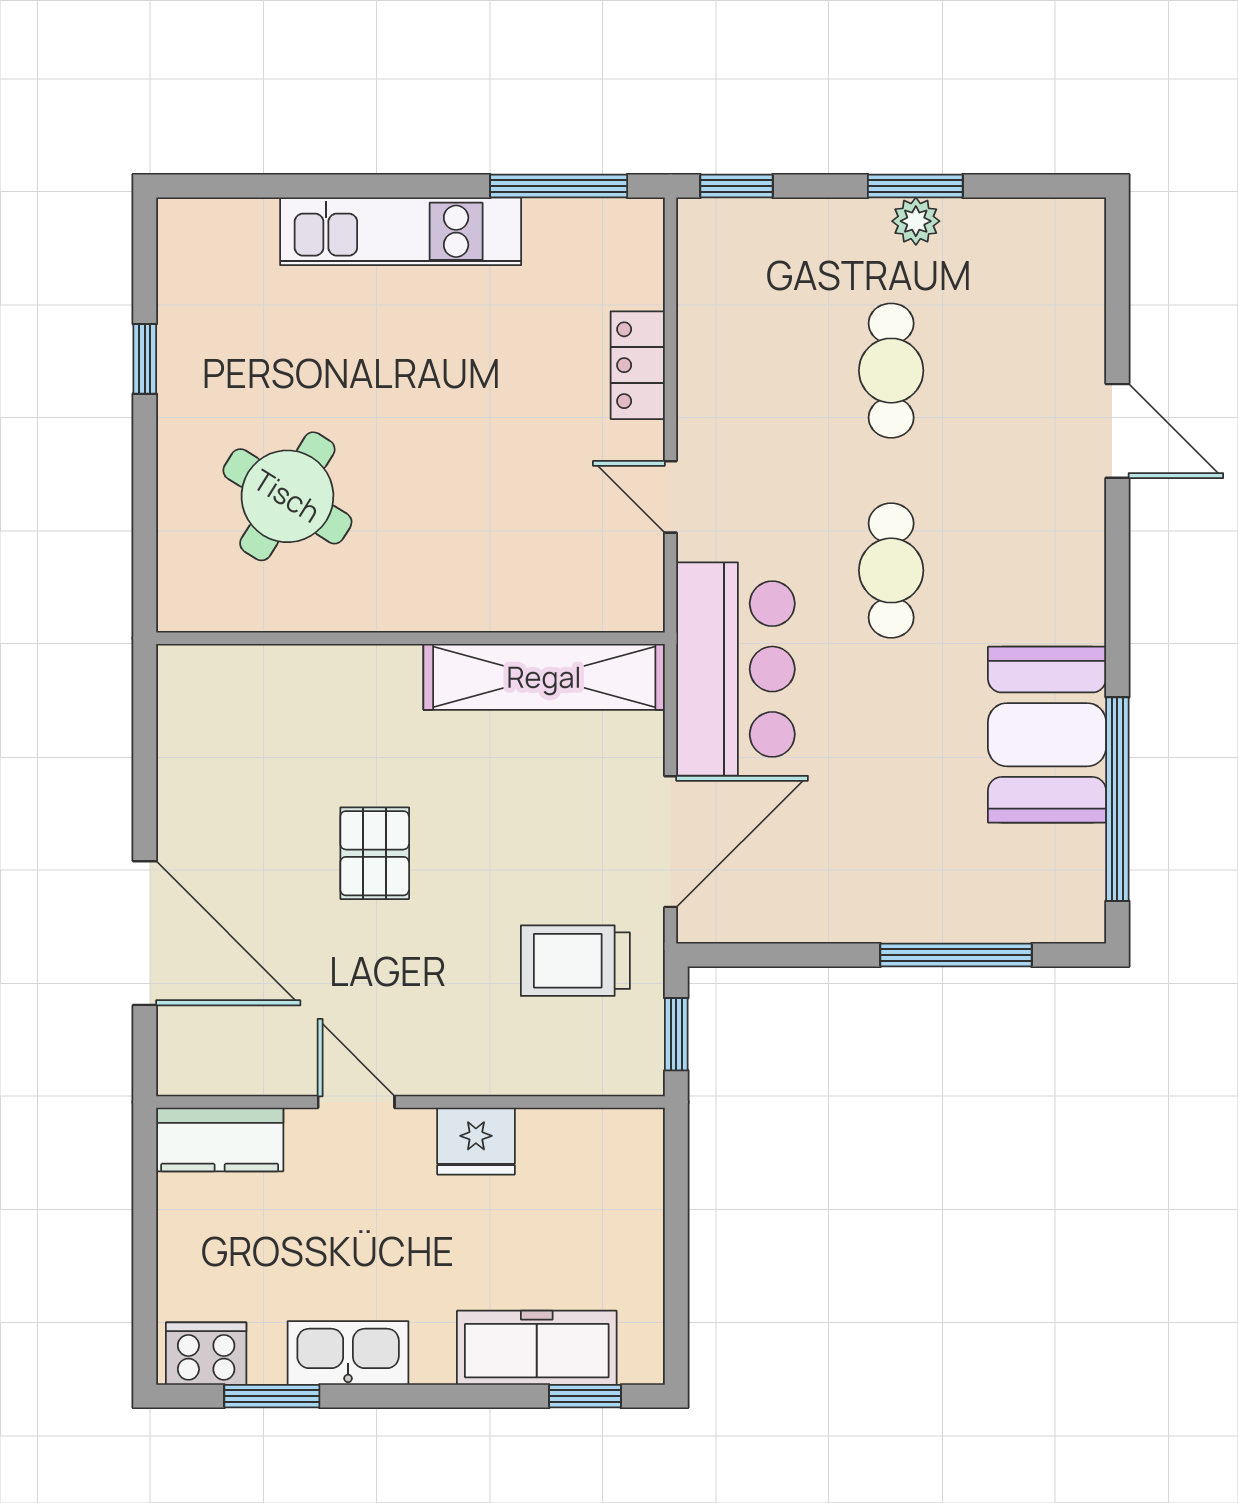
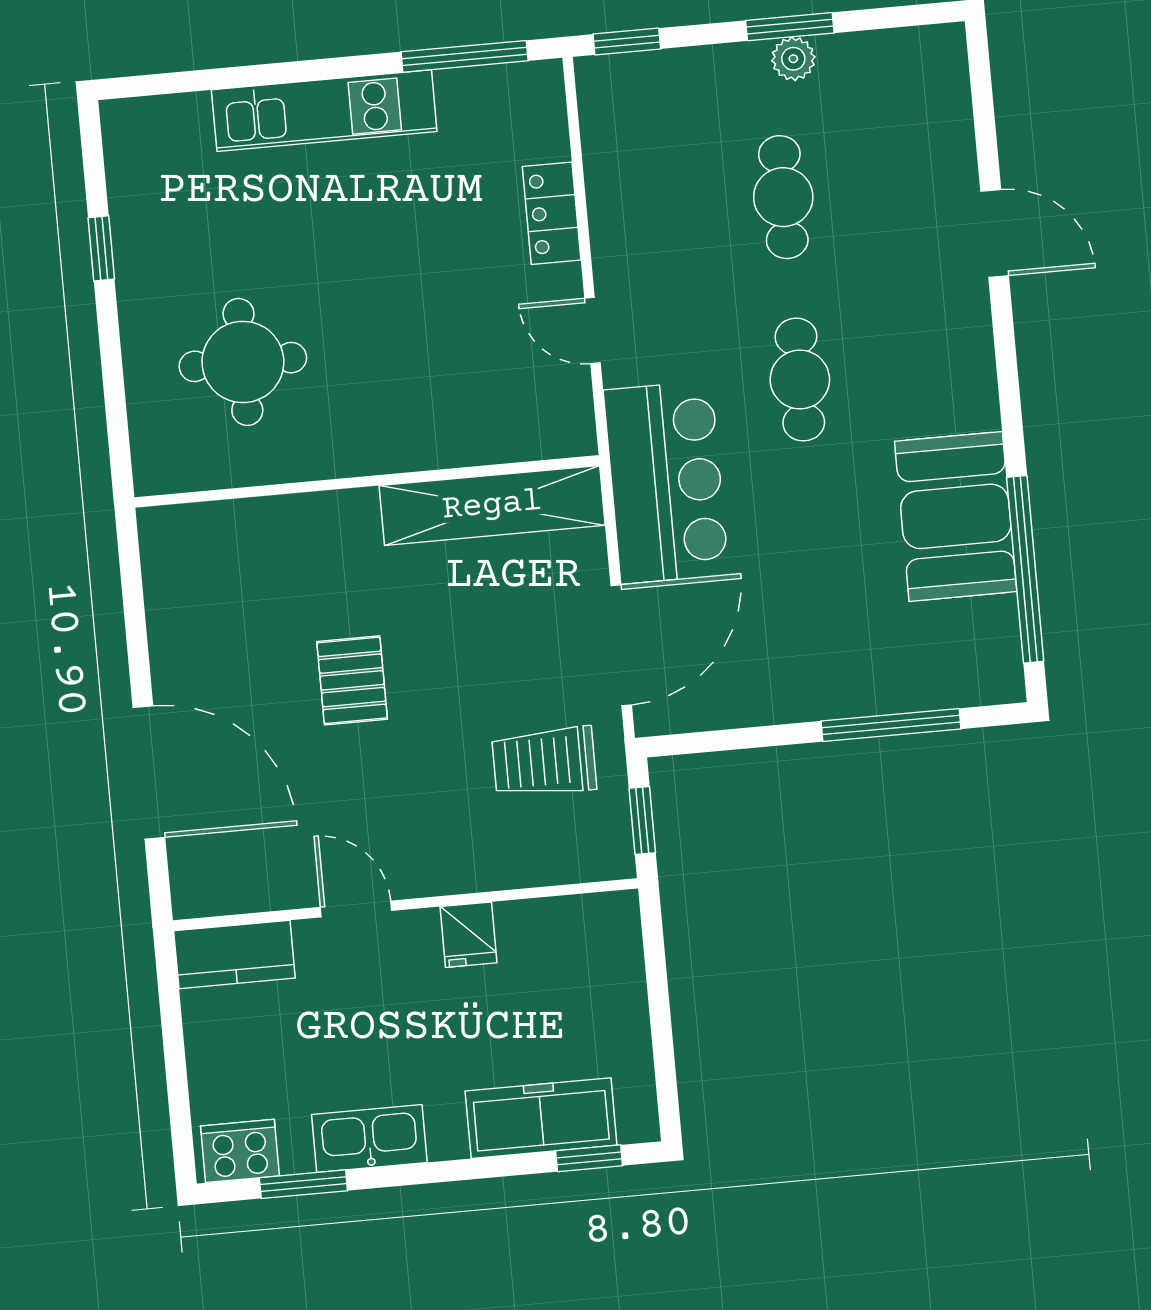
round table: (287, 496) -> (243, 362), turned -32
fridge: (476, 1141) -> (468, 935), width x0.72

